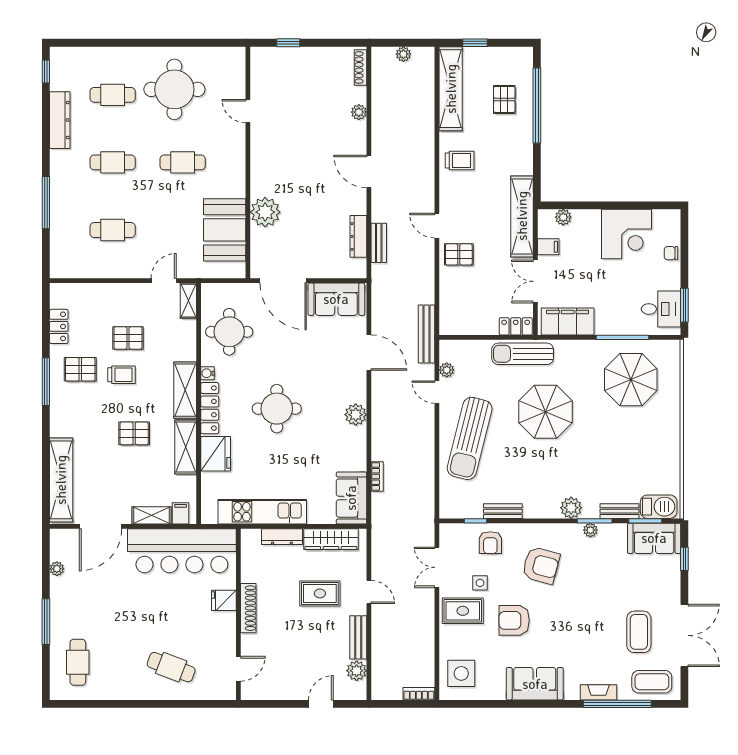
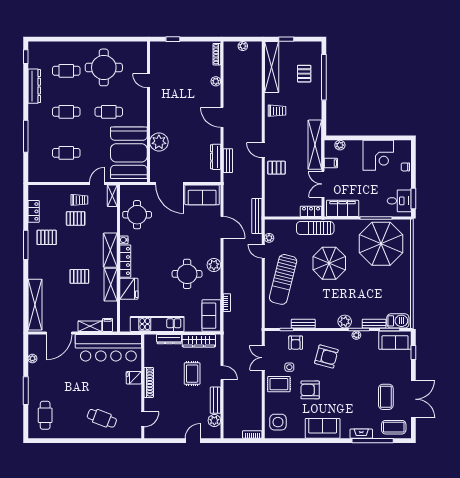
booth: (225, 230) -> (129, 153), width x1.36, depth x1.42
trolley: (122, 375) -> (79, 200), moved
parasol: (631, 380) -> (381, 244), width x1.36, depth x1.36
round table: (277, 409) -> (187, 274), moved
rug: (320, 593) -> (192, 374), turned 90

